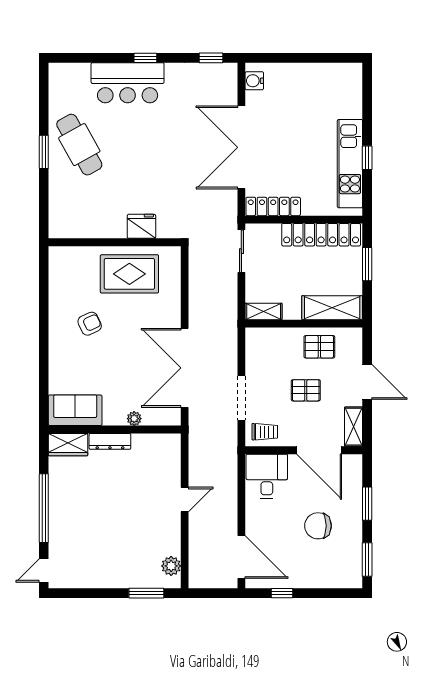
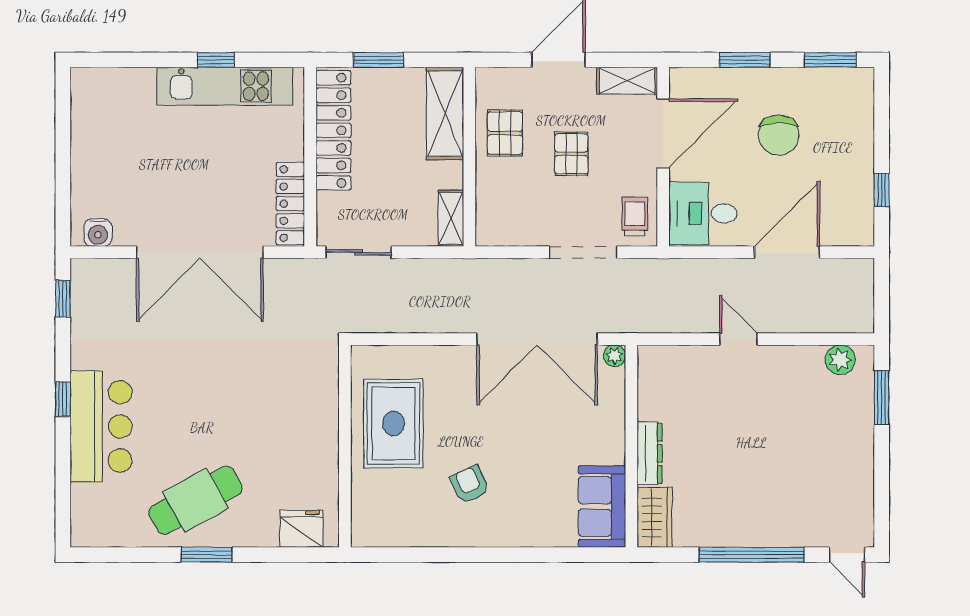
fridge: (141, 226) -> (301, 529), moved, turned 90
plant: (134, 419) -> (615, 356), moved
door: (241, 557) -> (787, 252), moved

